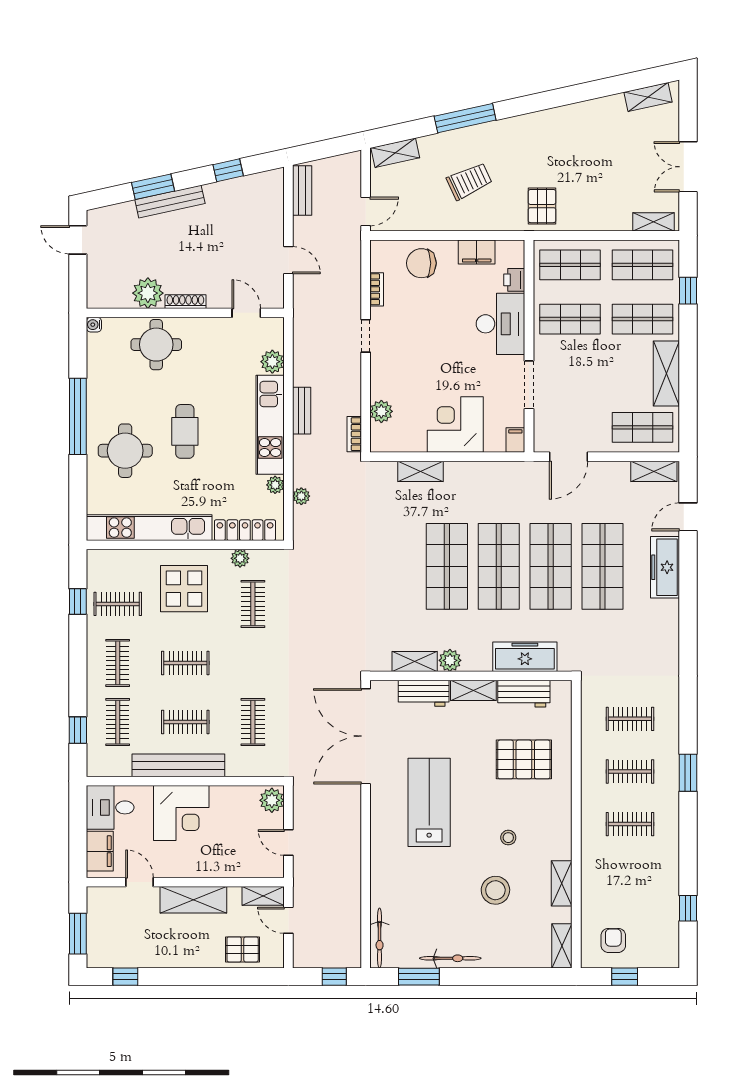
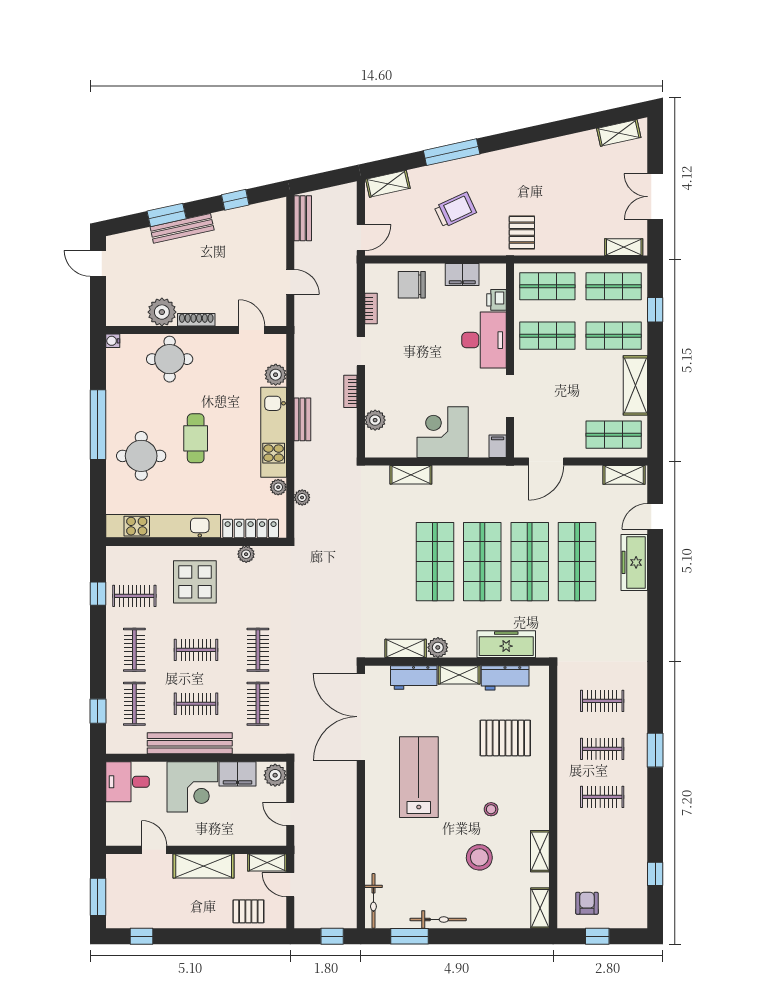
bookcase: (354, 434) -> (350, 391), moved
clothes rail: (253, 604) -> (258, 650), moved
filing cabinet: (100, 851) -> (238, 774), moved, turned 90

